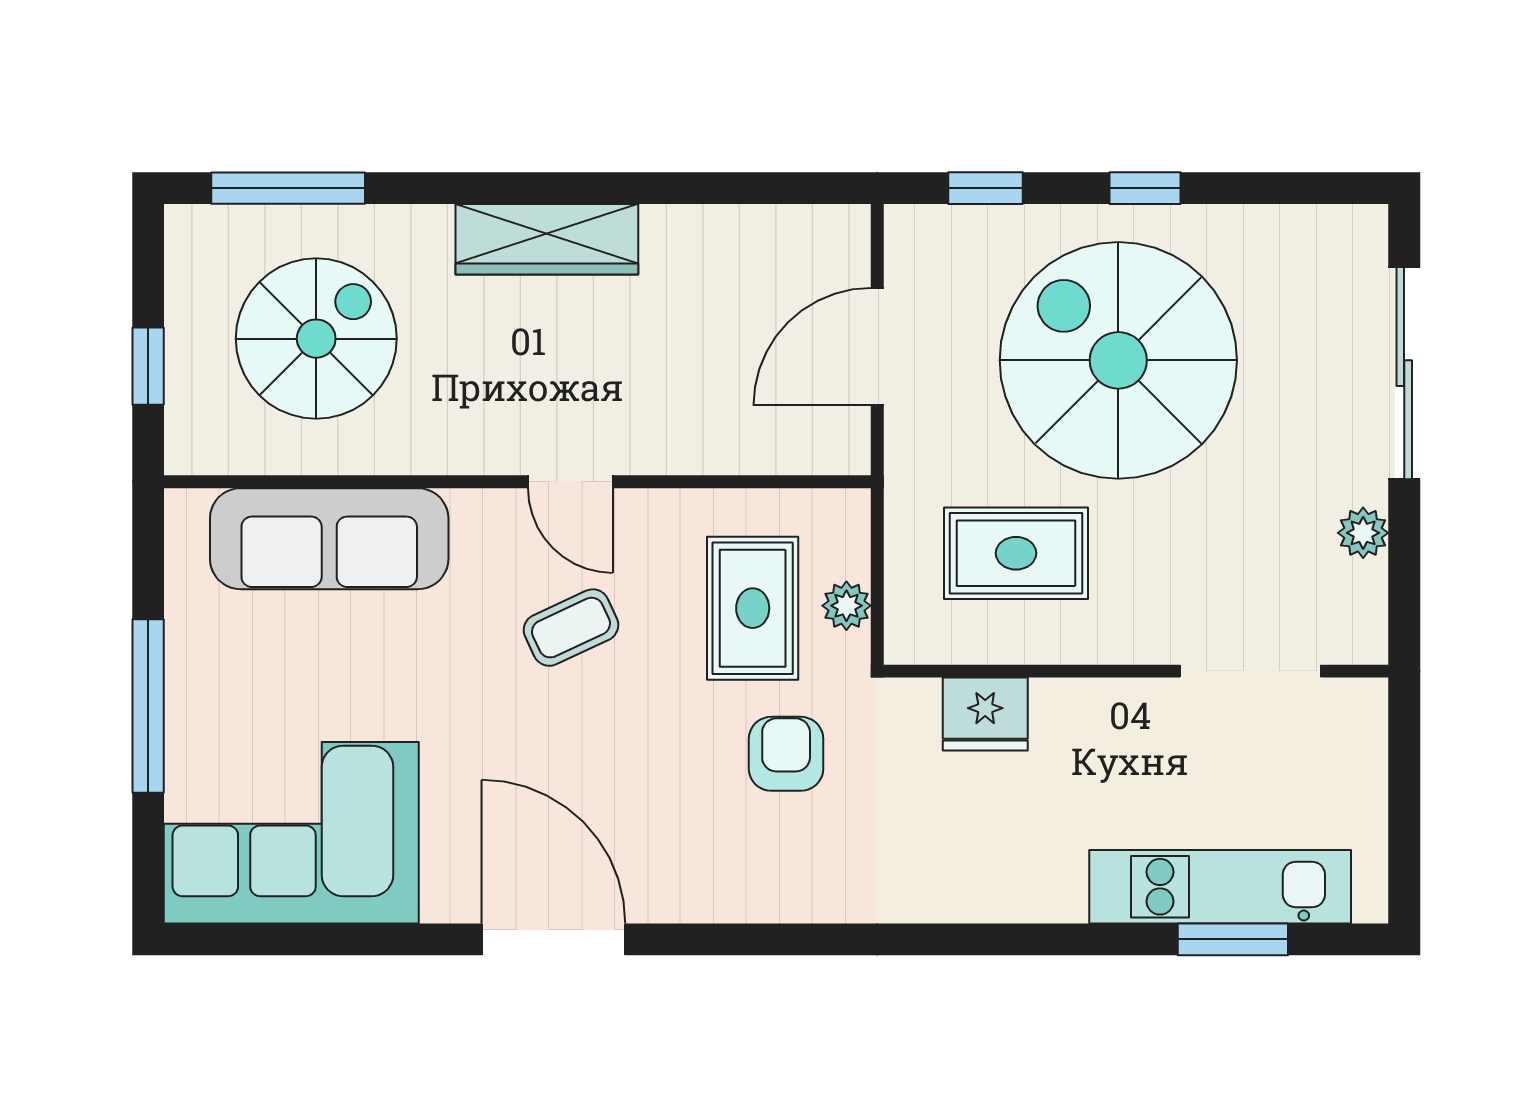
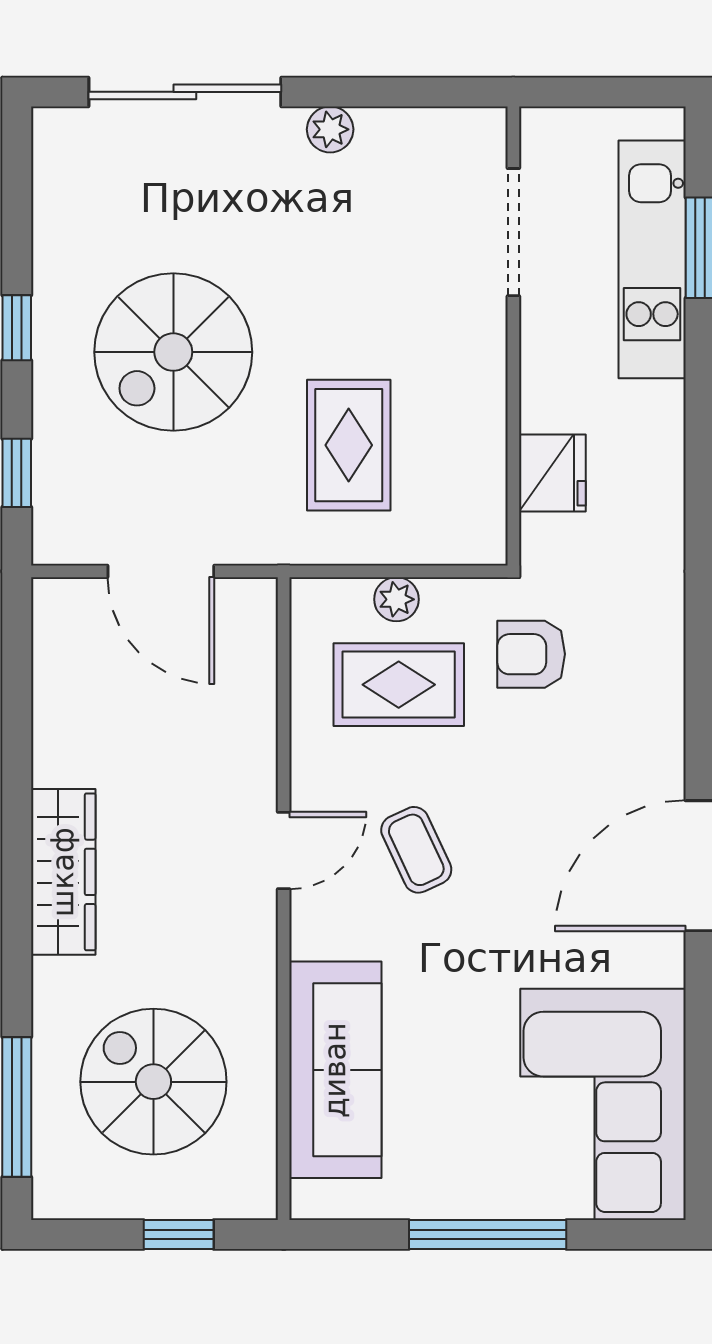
spiral stairs: (1118, 360) -> (173, 352), width x0.73, depth x0.73
wall: (1136, 671) -> (513, 336), moved
doorway: (1250, 671) -> (513, 232), moved
fridge: (985, 714) -> (552, 473), moved

